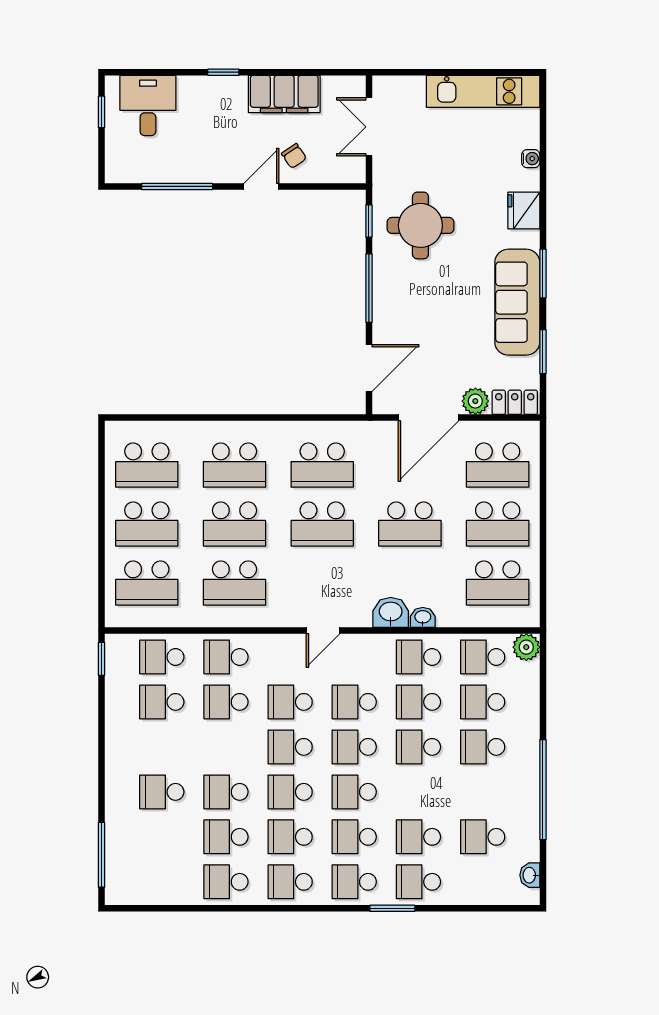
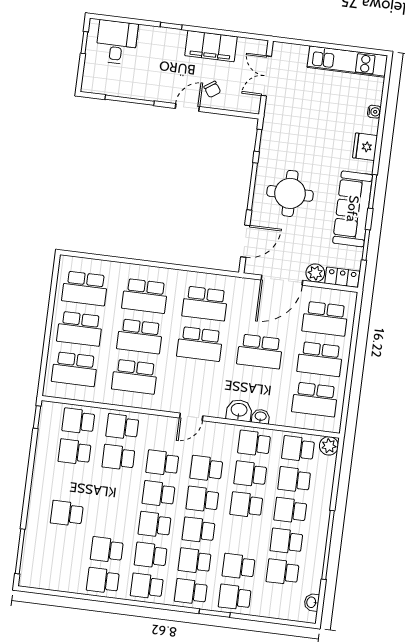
round table: (420, 225) -> (290, 193), moved
school desk: (226, 792) -> (286, 541), moved

